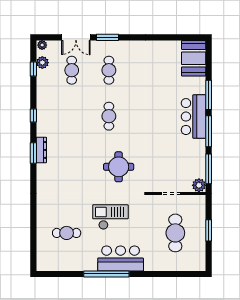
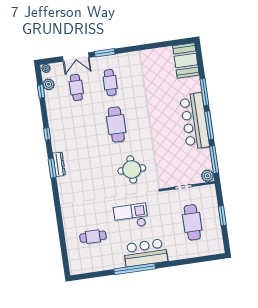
cafe table: (109, 116) -> (116, 125), width x1.37, depth x1.35
bar counter: (193, 117) -> (194, 121), width x1.36

